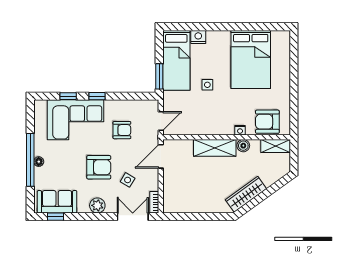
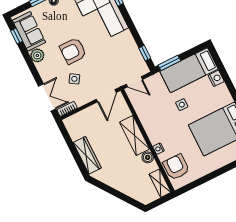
window: (97, 96) -> (145, 53), moved
armchair: (122, 130) -> (112, 55), removed
door: (161, 156) -> (106, 96), swing flipped
armchair: (99, 167) -> (73, 51), turned 90
wardrobe: (246, 194) -> (87, 155), moved, turned 36
plant: (97, 205) -> (37, 55), moved

